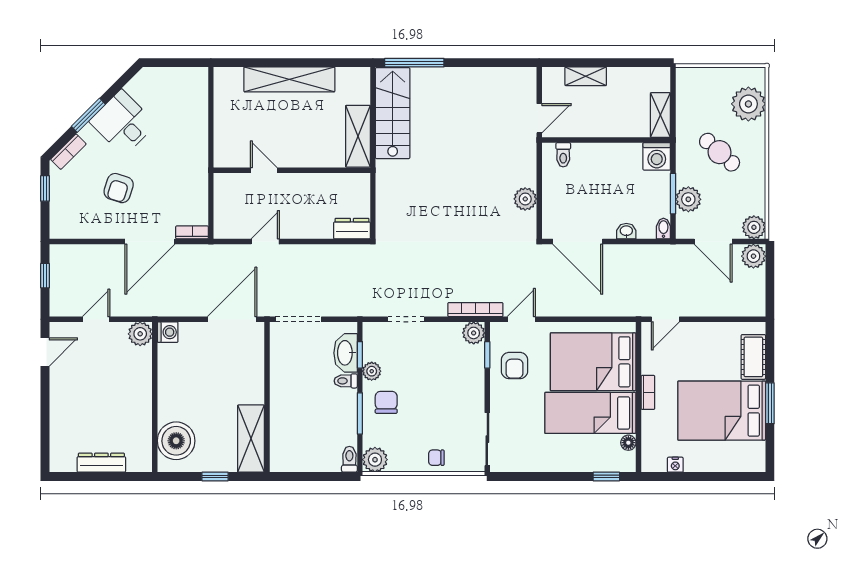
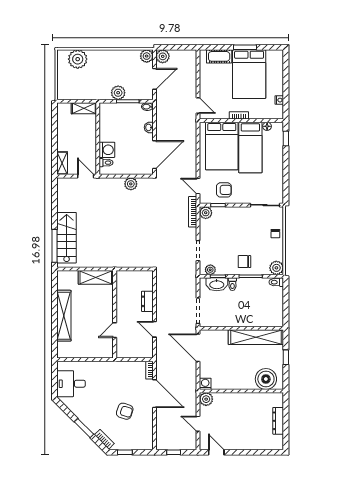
shelving: (586, 76) -> (62, 163), moved
stairs: (393, 113) -> (67, 238), moved, turned 90
desk: (123, 123) -> (71, 384), moved, turned 45
cafe table: (720, 152) -> (105, 75), removed
washing machine: (657, 156) -> (107, 150), moved
plant: (688, 199) -> (118, 93), moved
dresser: (352, 229) -> (147, 301), moved
plant: (372, 371) -> (210, 270), moved
shelving: (251, 439) -> (256, 337), width x1.47

